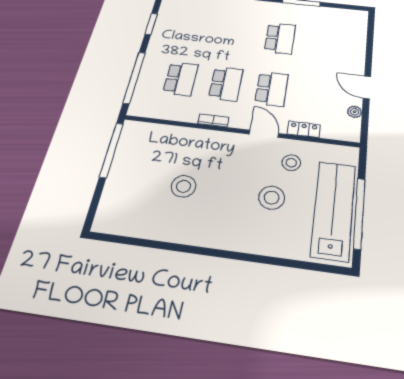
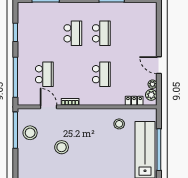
school desk: (226, 84) -> (73, 33), moved
plant: (351, 127) -> (151, 95), added
locker: (304, 129) -> (134, 101), moved
door: (264, 134) -> (49, 107), moved
stool: (272, 198) -> (30, 133), moved

